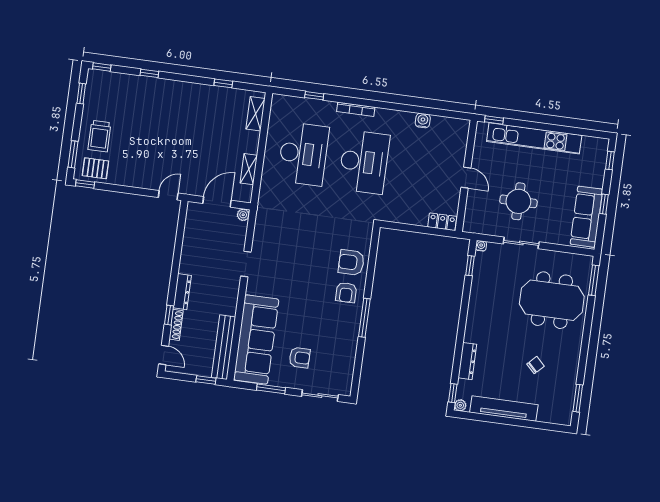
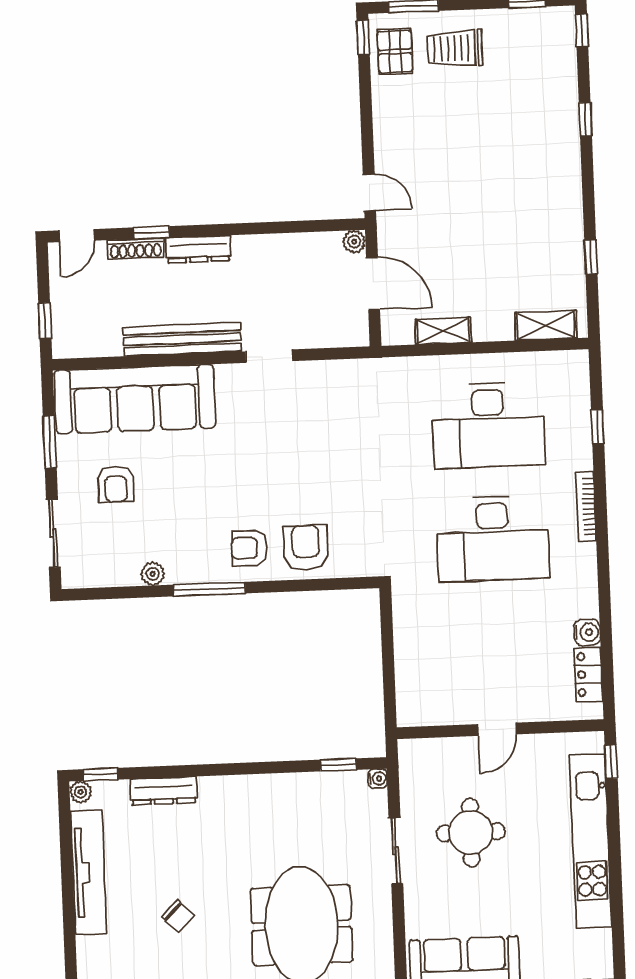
plant: (243, 215) -> (354, 242), moved
locker: (442, 222) -> (588, 674), moved, turned 180
plant: (351, 346) -> (153, 574), added
bench: (224, 347) -> (182, 339), moved

